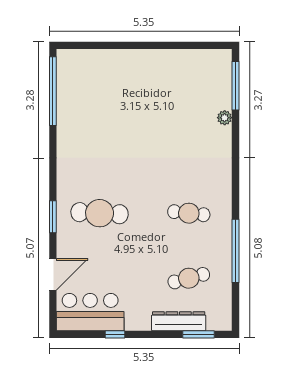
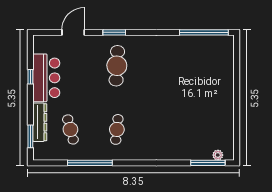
plant: (225, 118) -> (218, 155), moved
door: (53, 274) -> (73, 32), swing flipped
bar counter: (90, 312) -> (46, 78), moved

